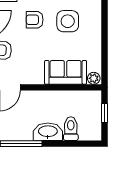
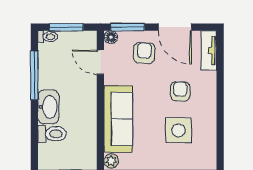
sofa: (66, 72) -> (118, 119), width x1.36

